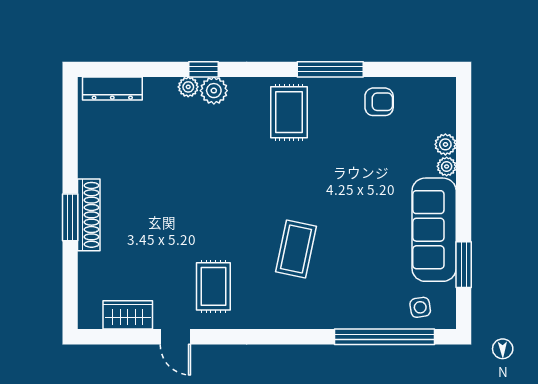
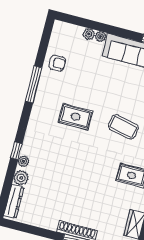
plant: (214, 91) -> (21, 178), moved
armchair: (379, 102) -> (57, 63), turned 90
rug: (289, 112) -> (76, 117), moved

